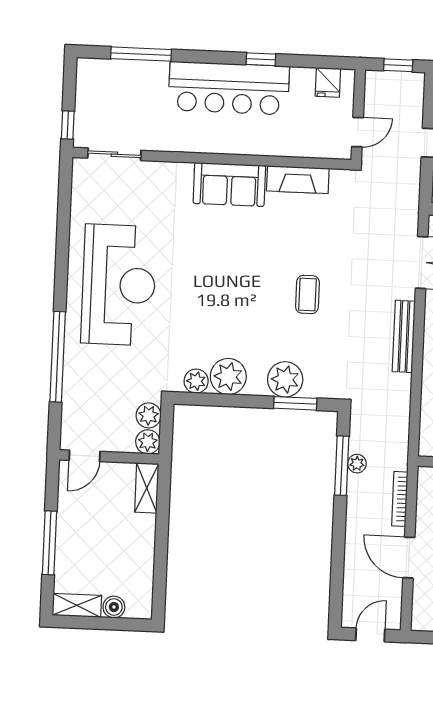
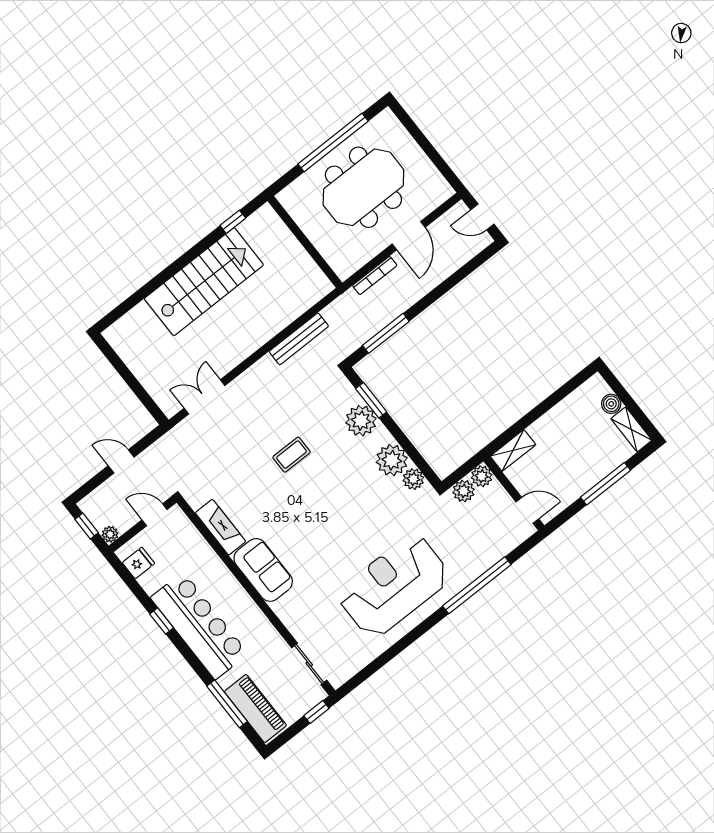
piano: (116, 75) -> (255, 708), added
bench: (404, 336) -> (299, 339), moved
plant: (357, 464) -> (110, 534), moved

